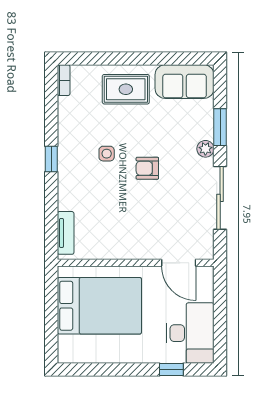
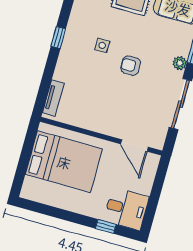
desk: (190, 333) -> (126, 209), width x0.73

